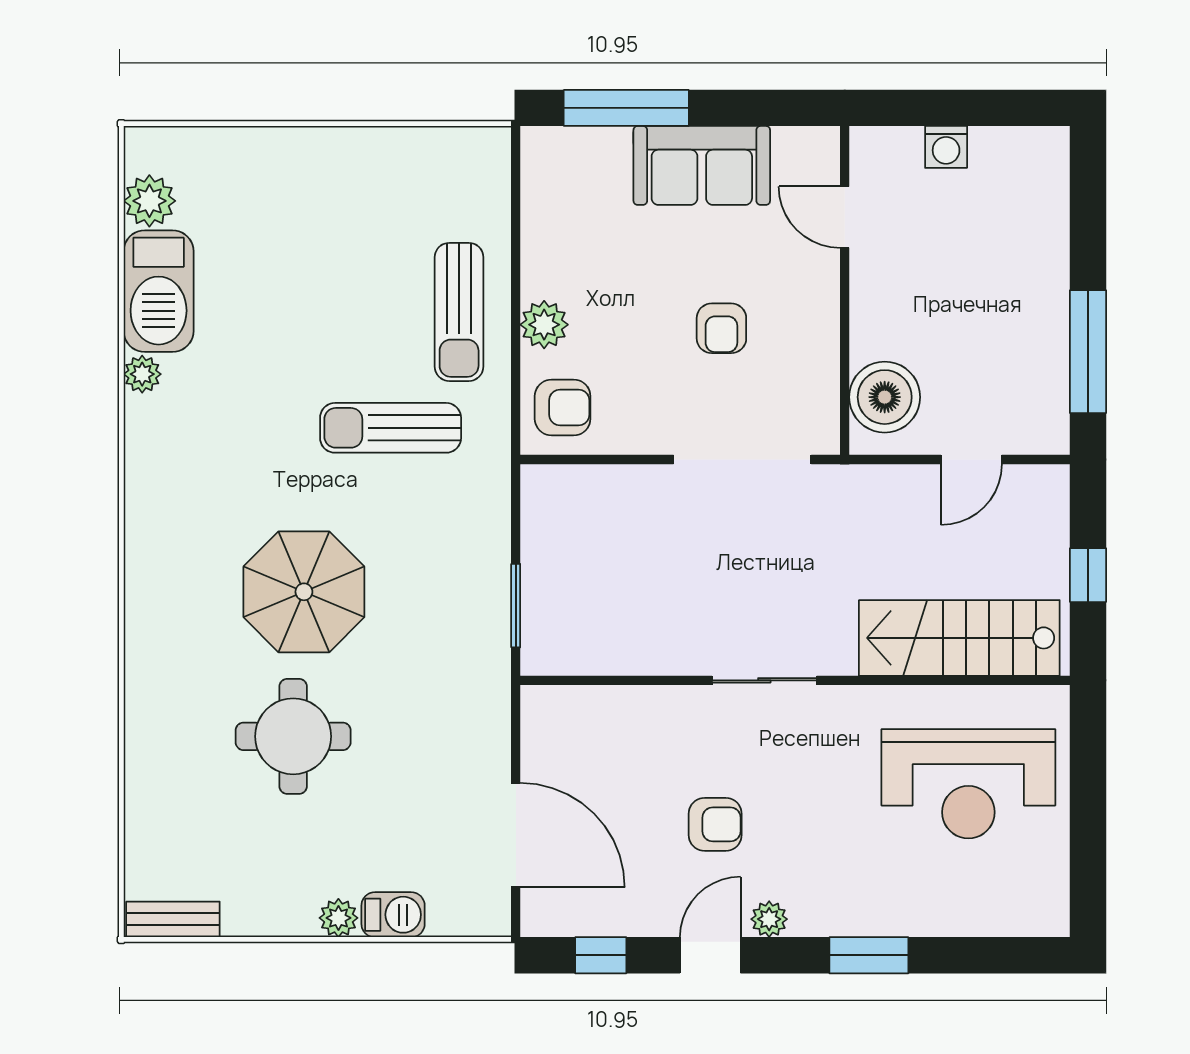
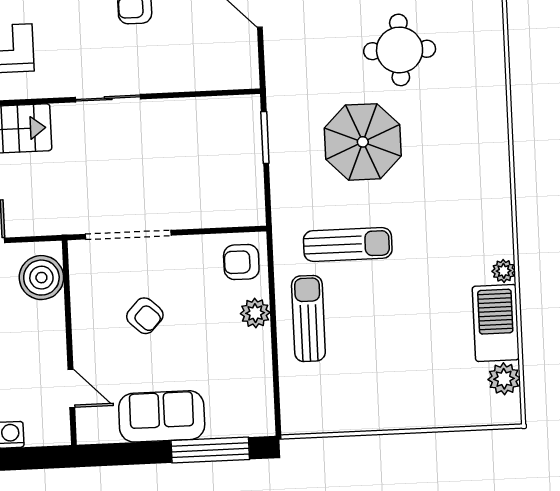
armchair: (721, 328) -> (145, 316), turned 133
parasol: (304, 592) -> (363, 142), moved

